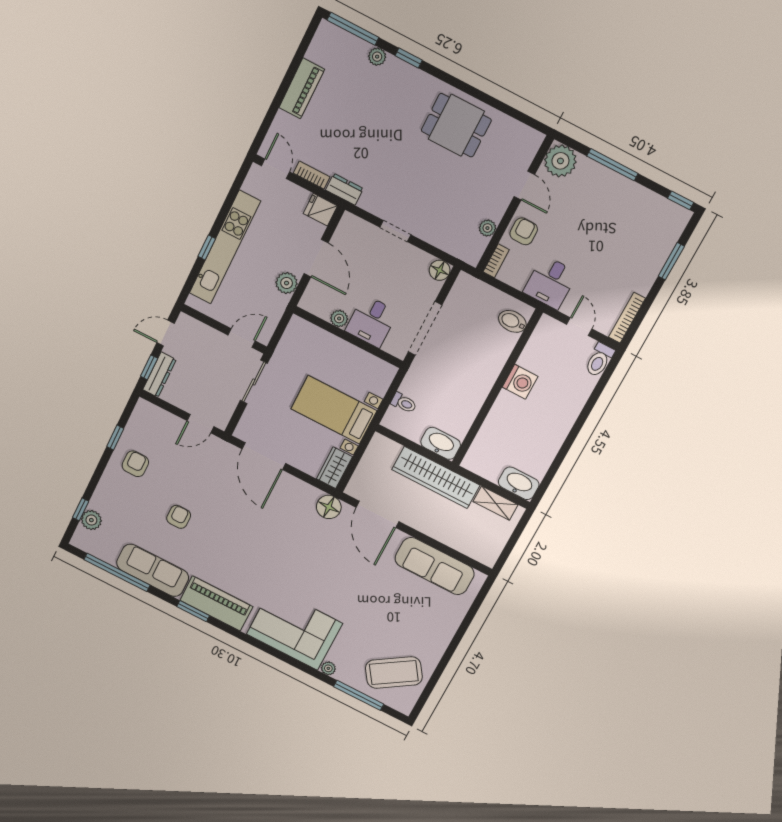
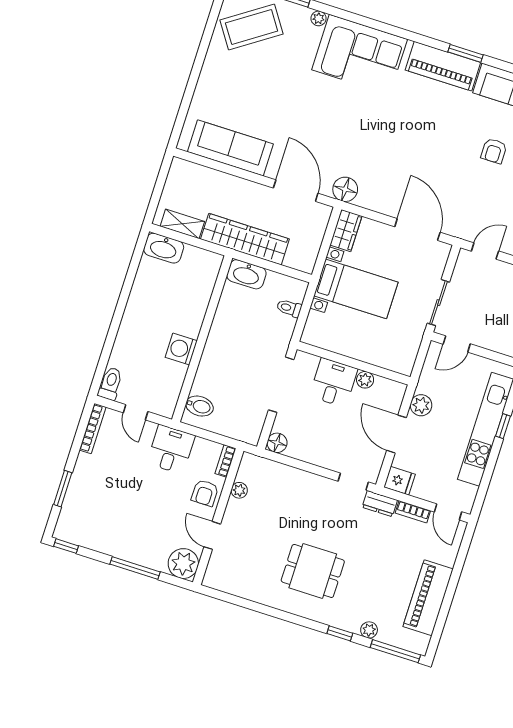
piano: (302, 88) -> (428, 598), width x1.37, depth x1.33
dining table: (456, 125) -> (313, 571), moved
doorway: (395, 231) -> (353, 482), moved

